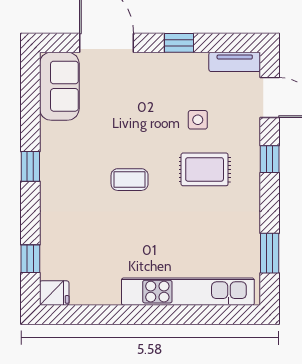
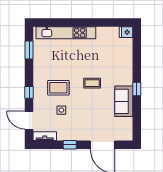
sofa: (59, 86) -> (124, 101), moved
window: (30, 259) -> (137, 48), removed

